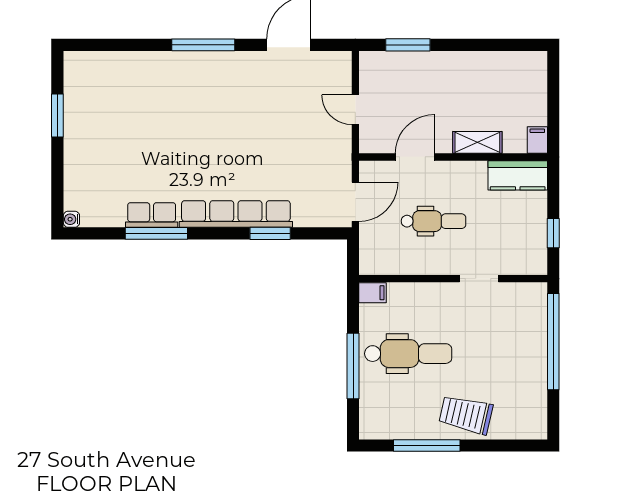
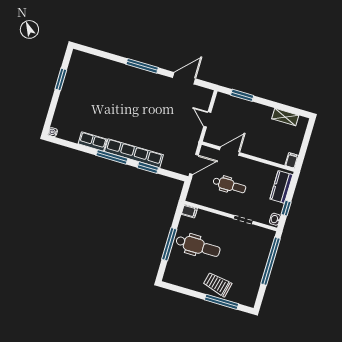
shelving: (477, 142) -> (285, 117), moved
kitchen counter: (518, 175) -> (281, 187), moved, turned 90
window: (156, 233) -> (112, 157), moved
washbasin: (538, 260) -> (275, 219), added
window: (427, 445) -> (222, 302), moved

